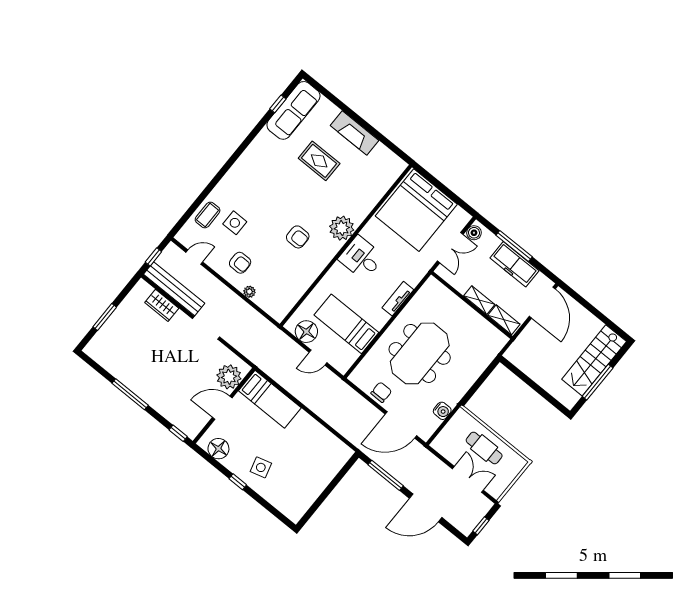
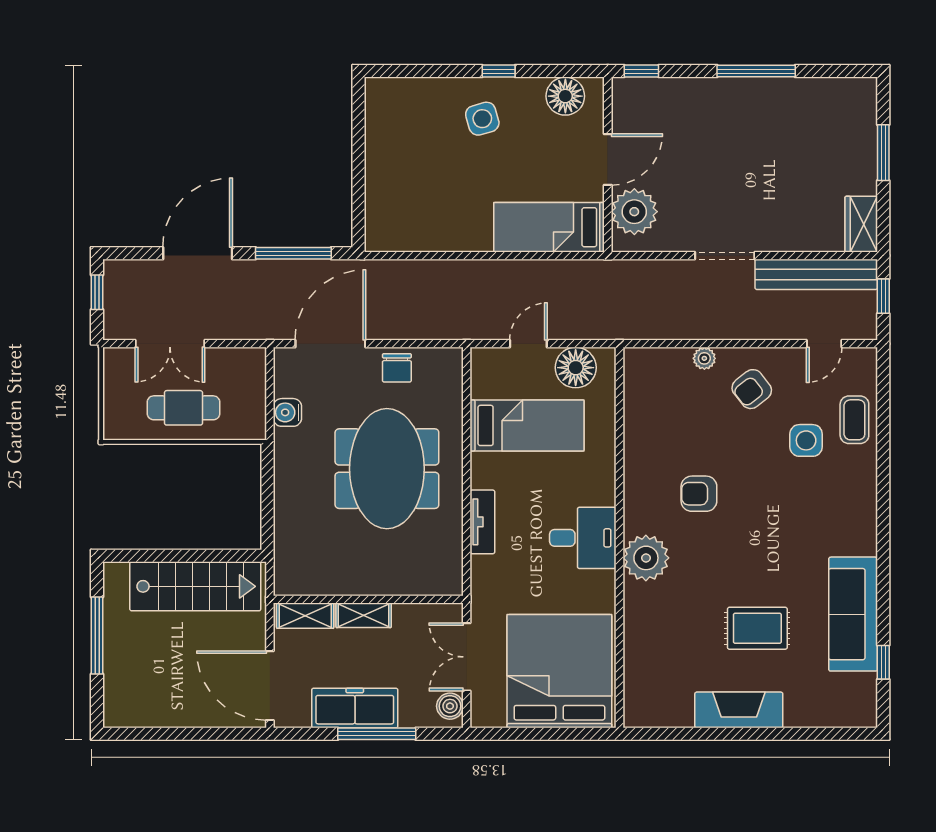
sofa: (293, 110) -> (853, 614), moved
armchair: (240, 263) -> (752, 389), turned -38
wardrobe: (162, 305) -> (861, 224), moved, turned -90
stairs: (594, 360) -> (195, 586), moved, turned 90

